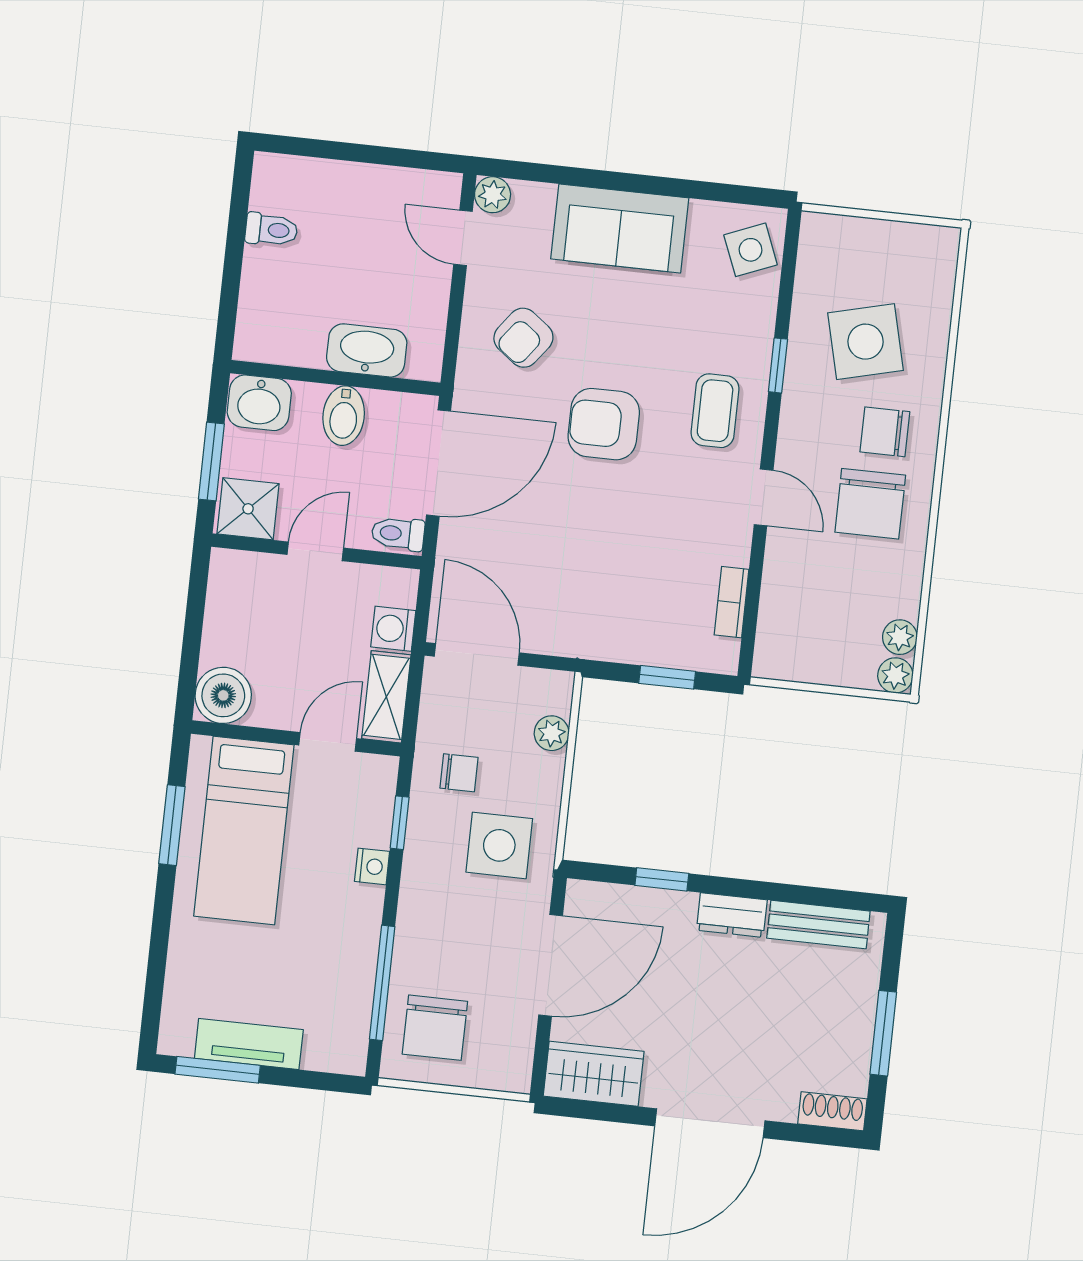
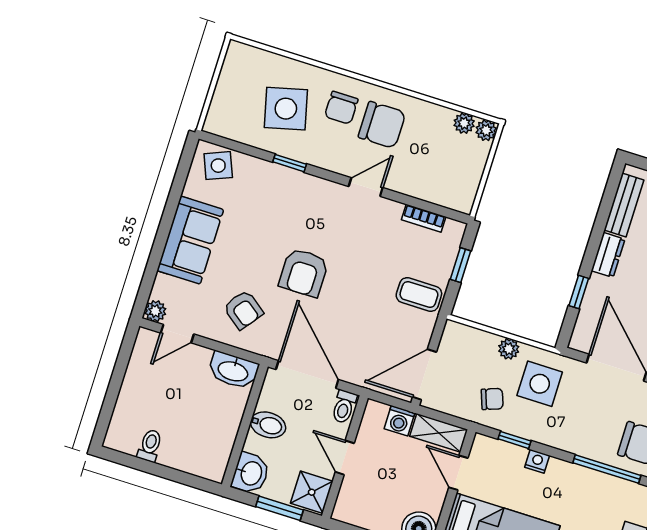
washbasin: (367, 350) -> (233, 371), moved, turned -90
coffee table: (715, 411) -> (419, 295), moved
plant: (552, 733) -> (509, 349), moved
chair: (459, 773) -> (492, 399), turned 70

